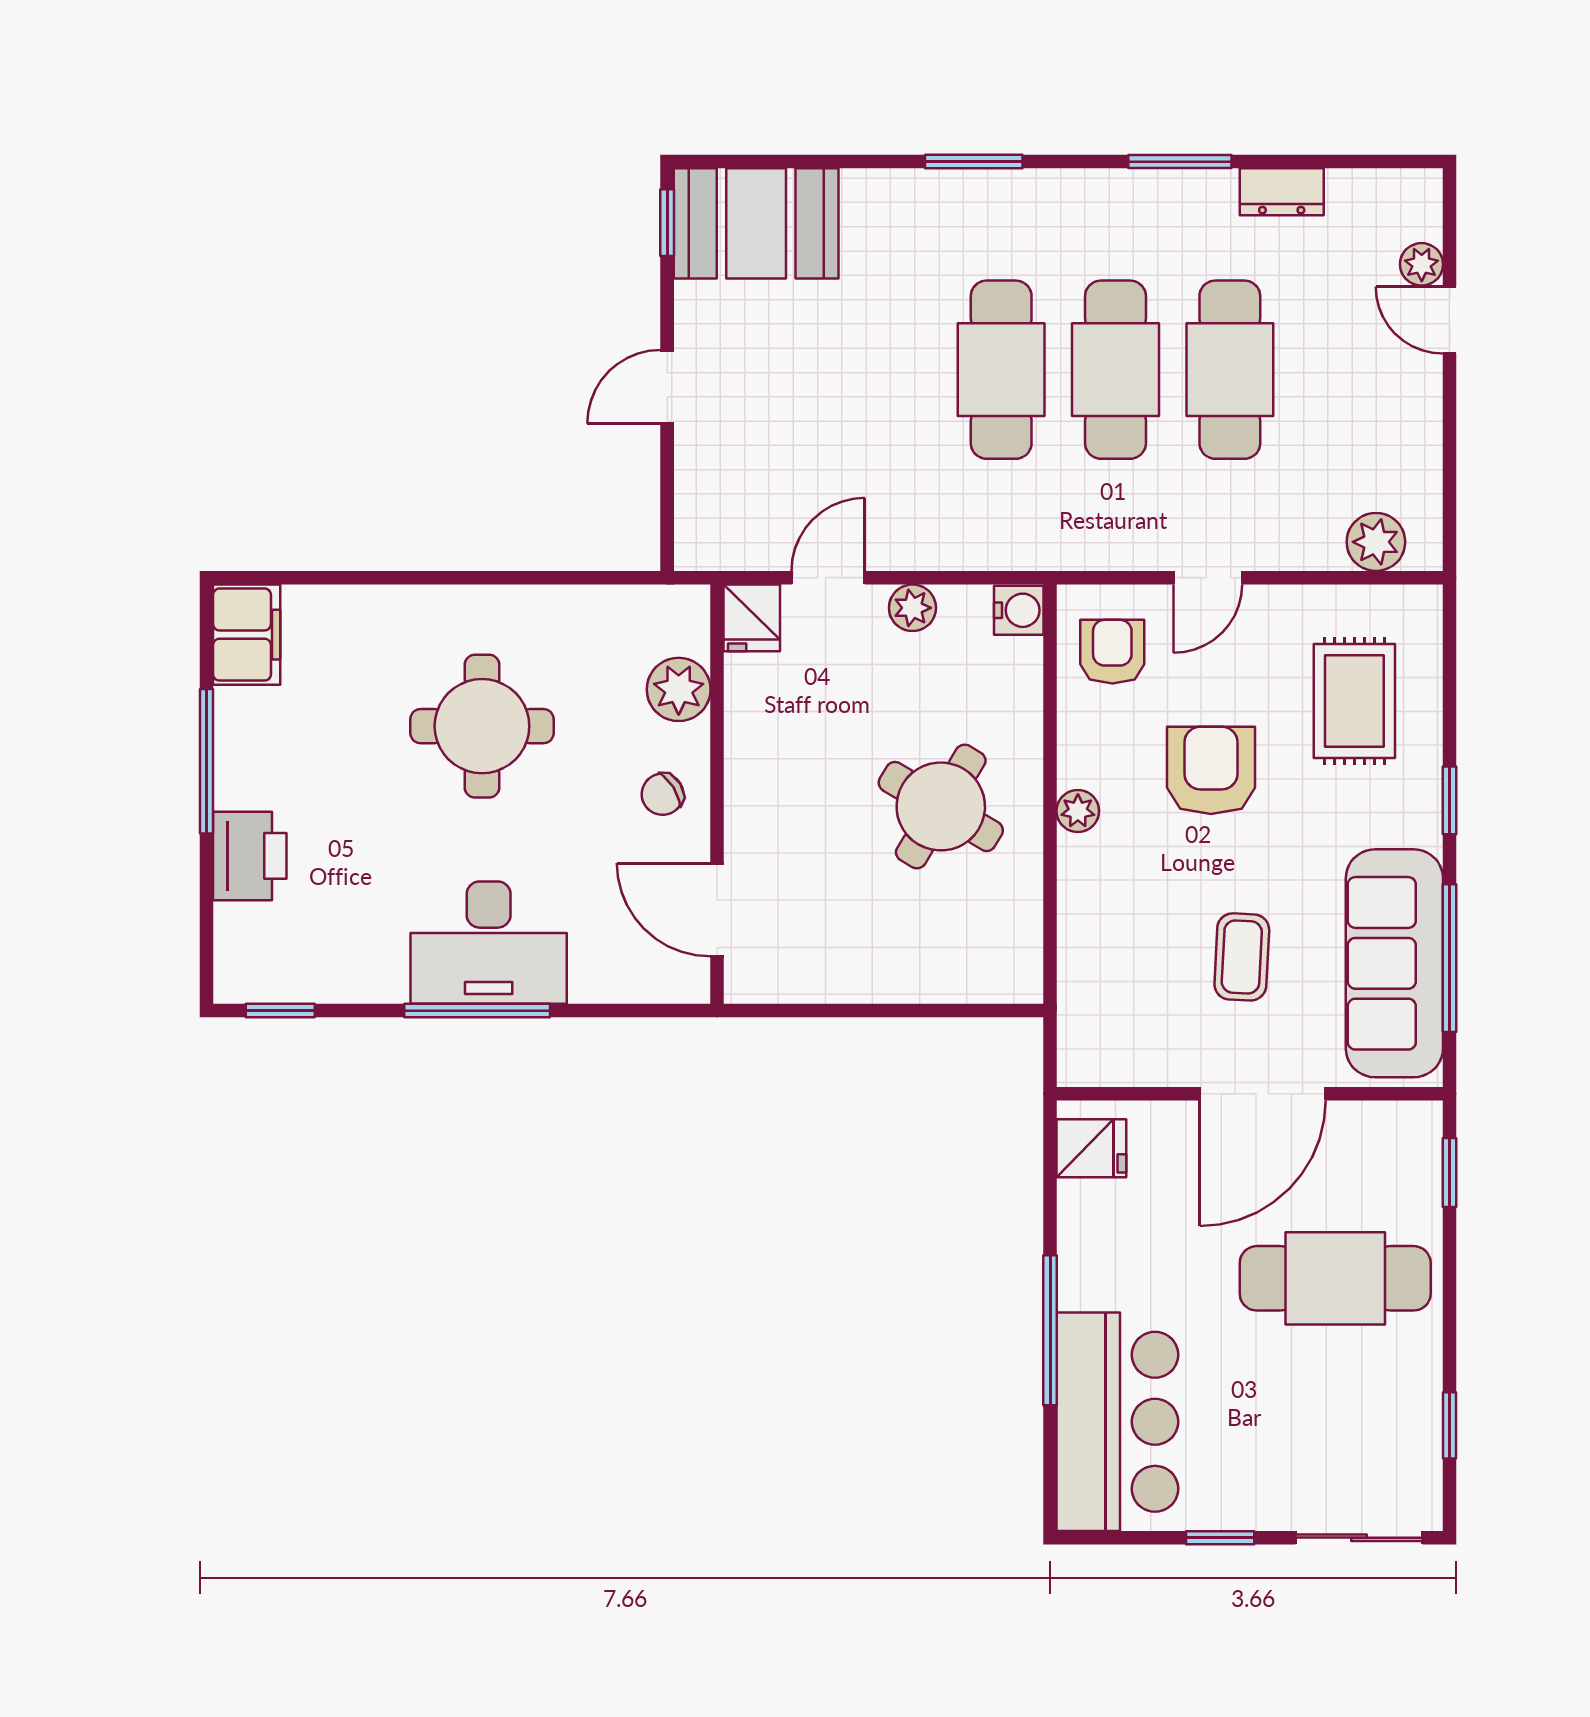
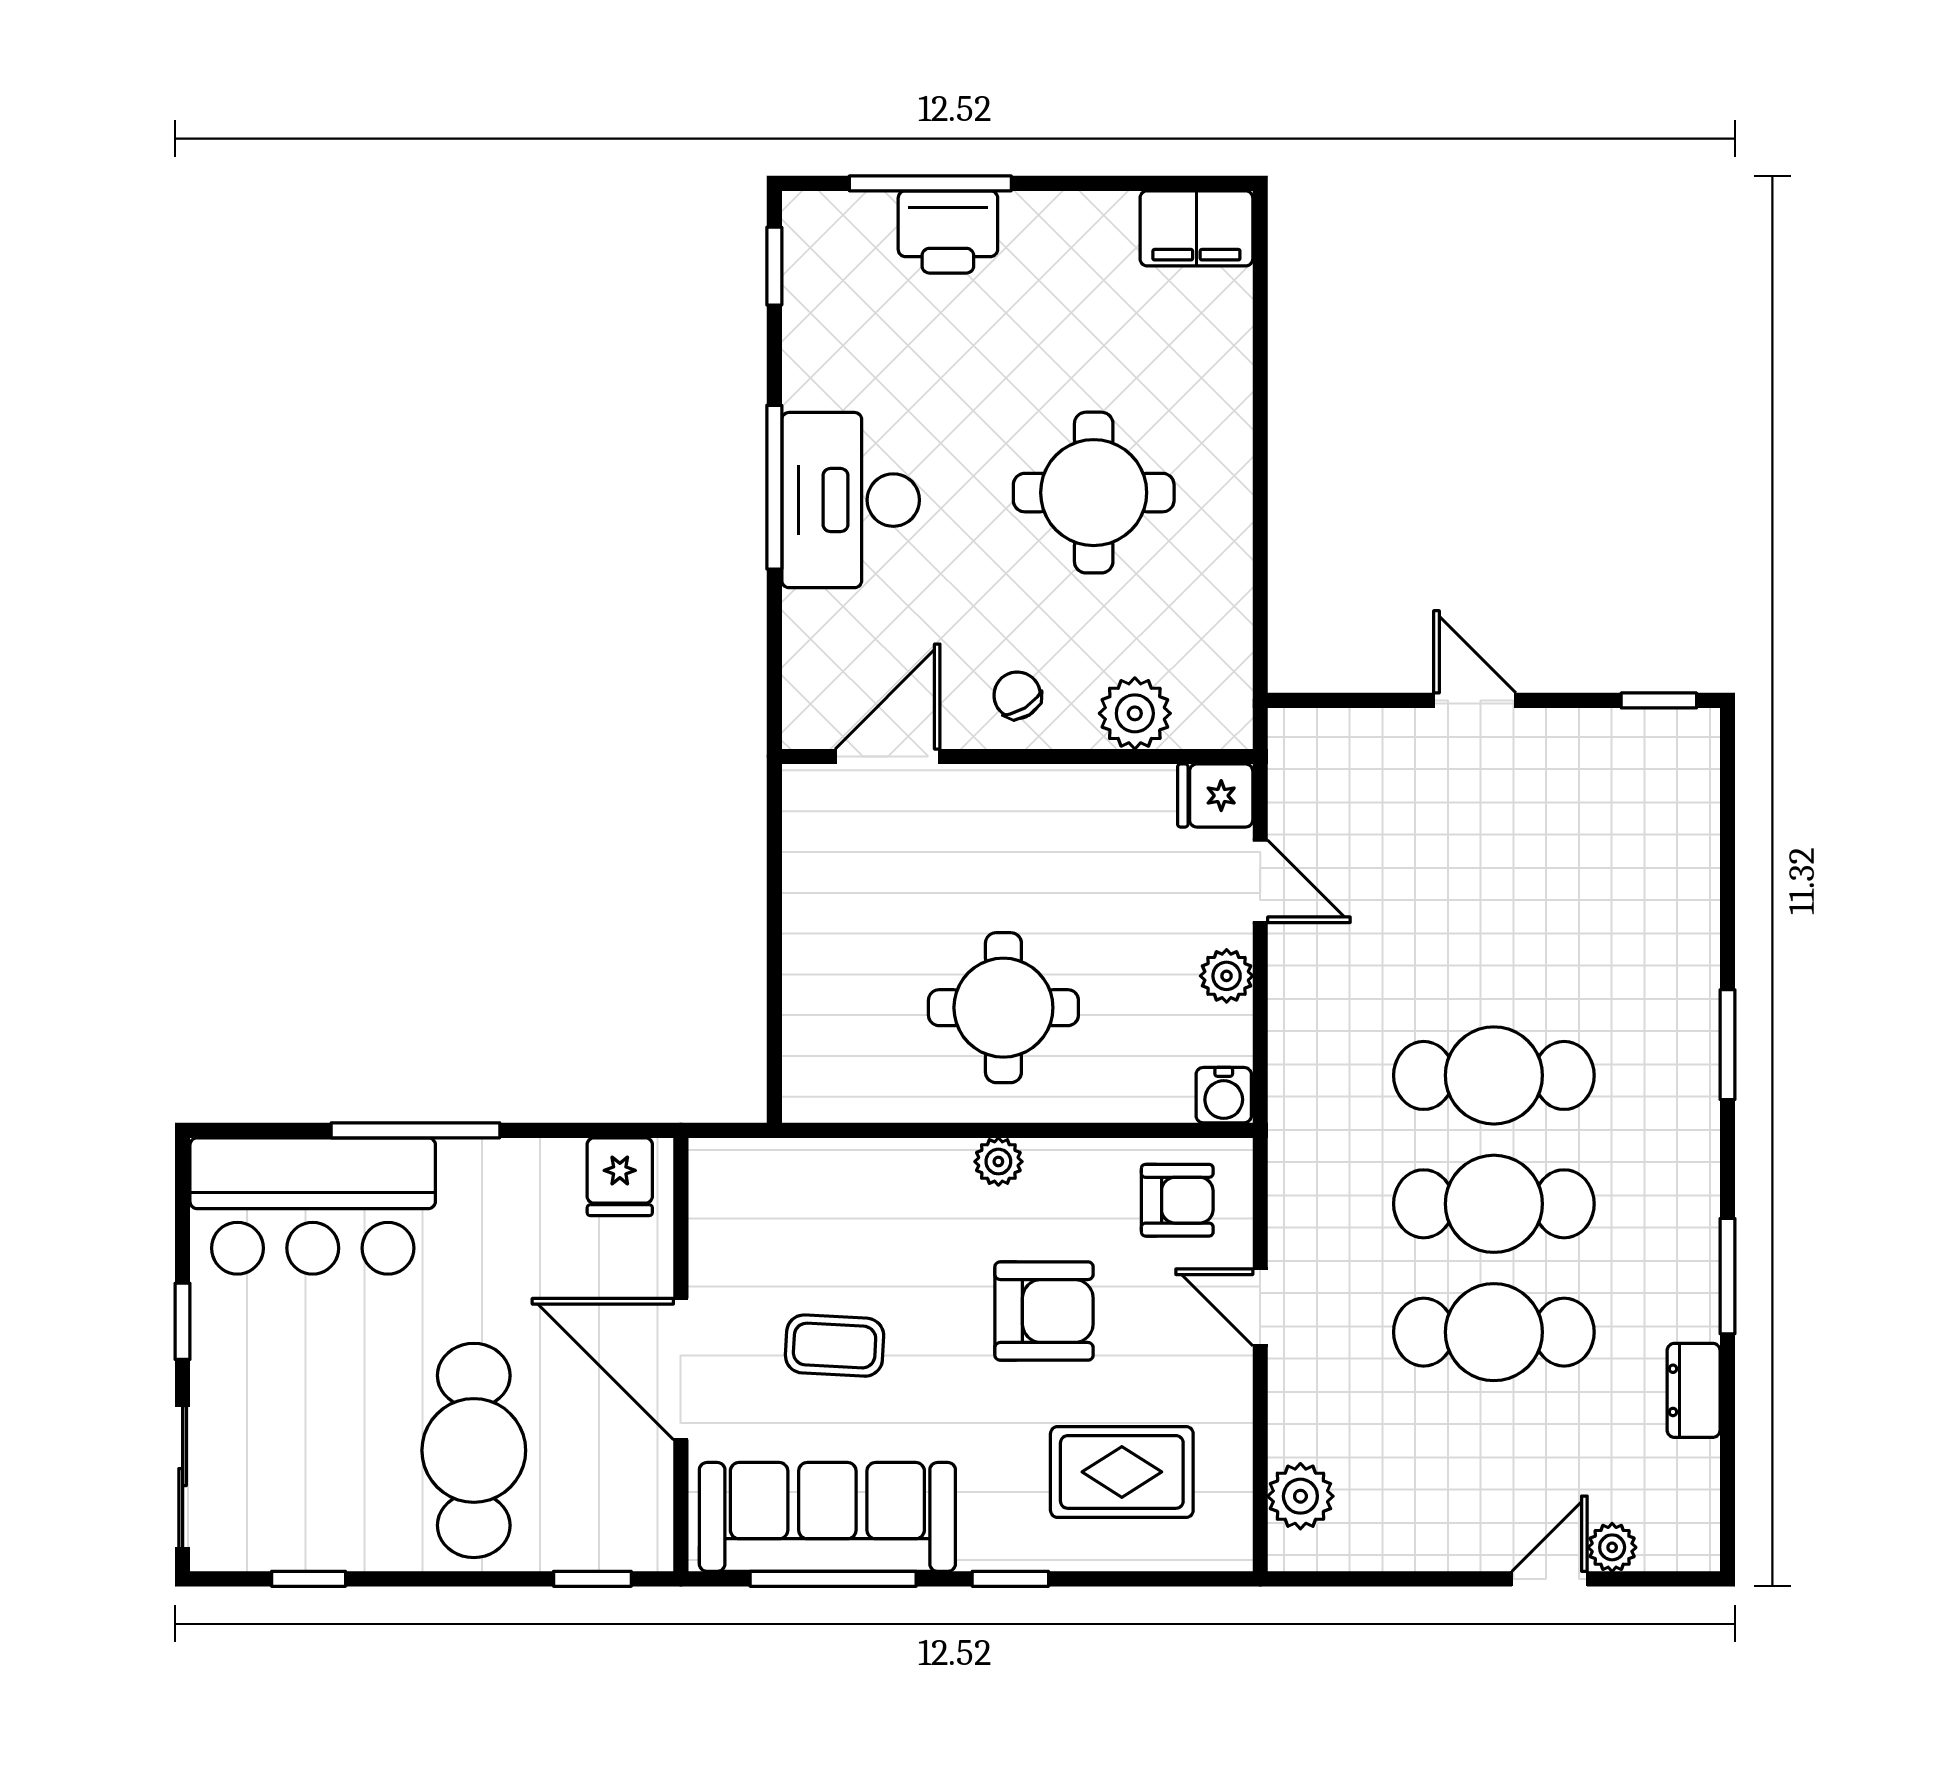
booth: (756, 223) -> (1658, 800), removed
window: (207, 761) -> (930, 183), moved
round table: (941, 806) -> (1003, 1008), turned -31

